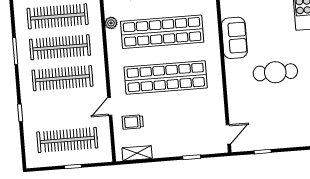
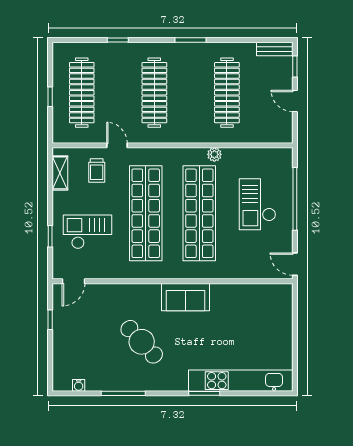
clothes rail: (60, 47) -> (191, 93), removed
cafe table: (275, 72) -> (142, 342), turned -43
trolley: (133, 122) -> (97, 171), turned 180
checkout: (185, 126) -> (88, 232), added
door: (228, 134) -> (73, 281), hinge flipped

